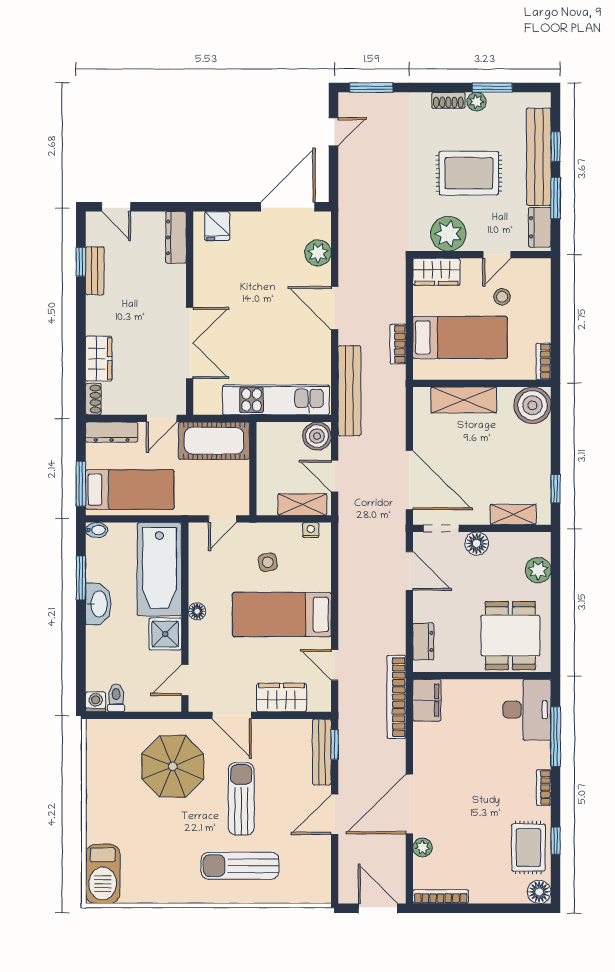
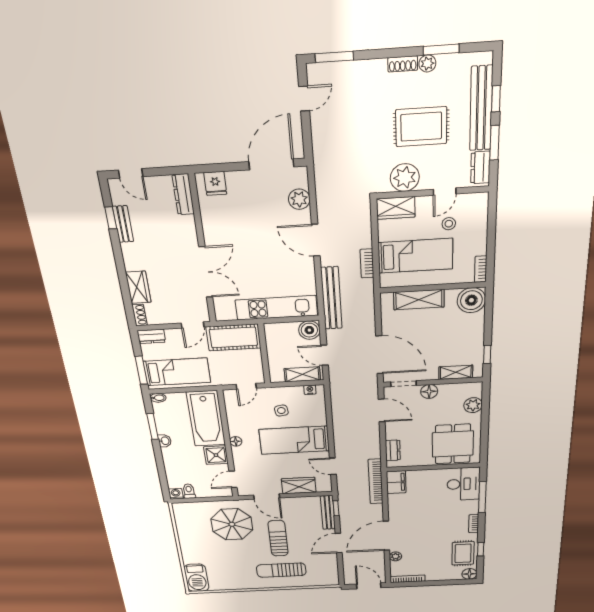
dresser: (112, 432) -> (151, 336), width x0.70
washbasin: (98, 604) -> (165, 441), width x0.52, depth x0.69

